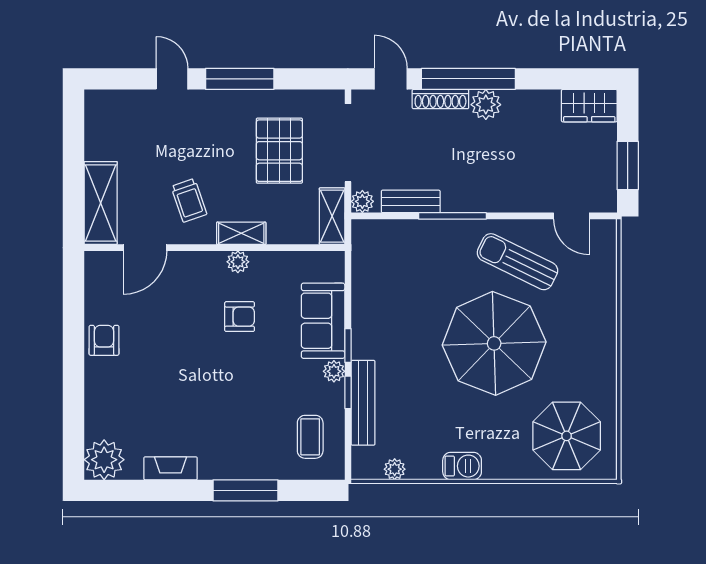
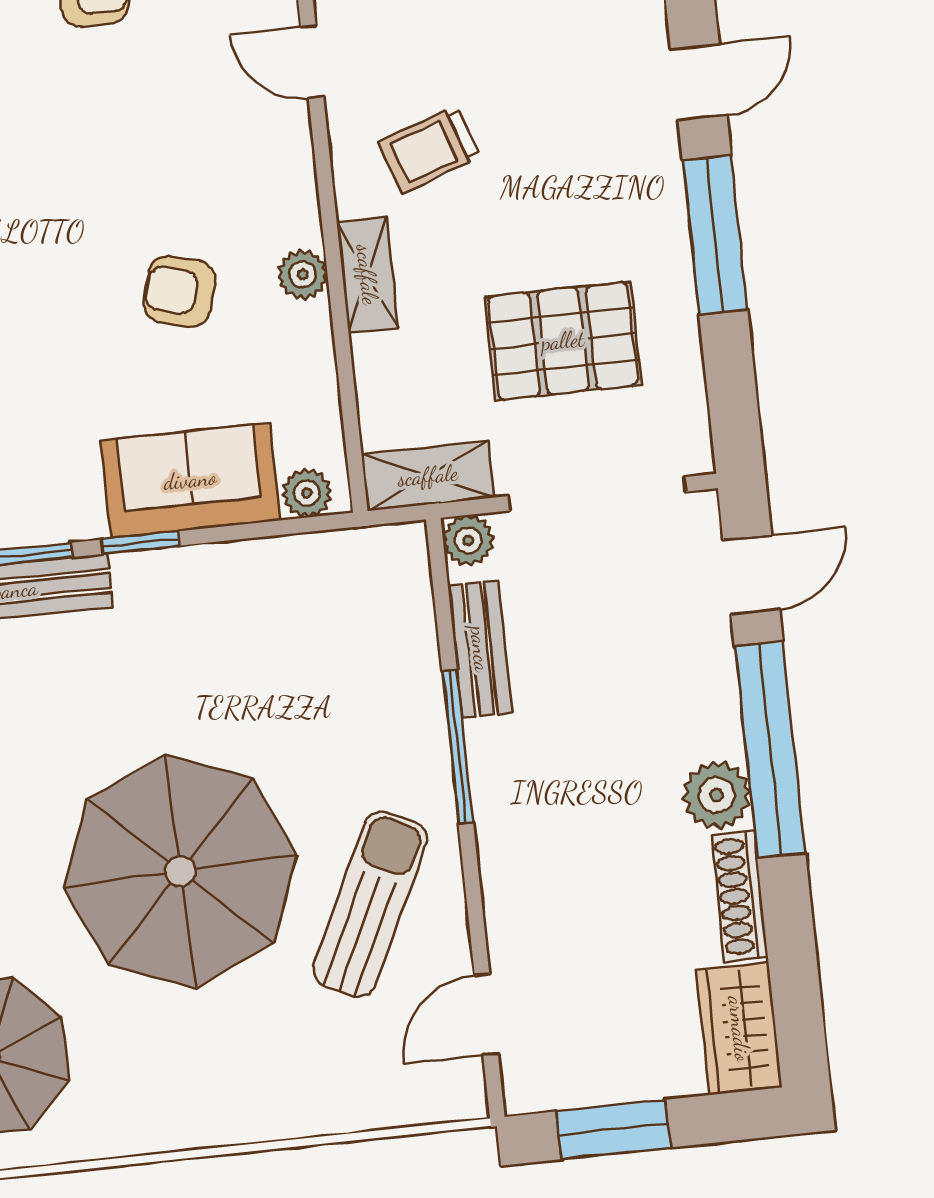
shoe rack: (440, 99) -> (740, 896), moved
door: (145, 248) -> (312, 62), width x0.73
armchair: (240, 317) -> (180, 292), turned 106
plant: (334, 371) -> (307, 493), moved

